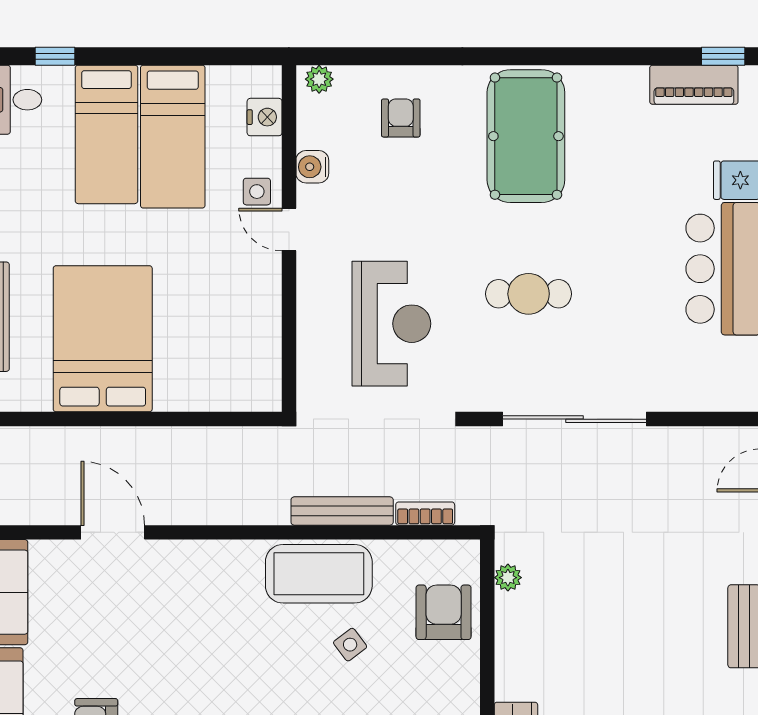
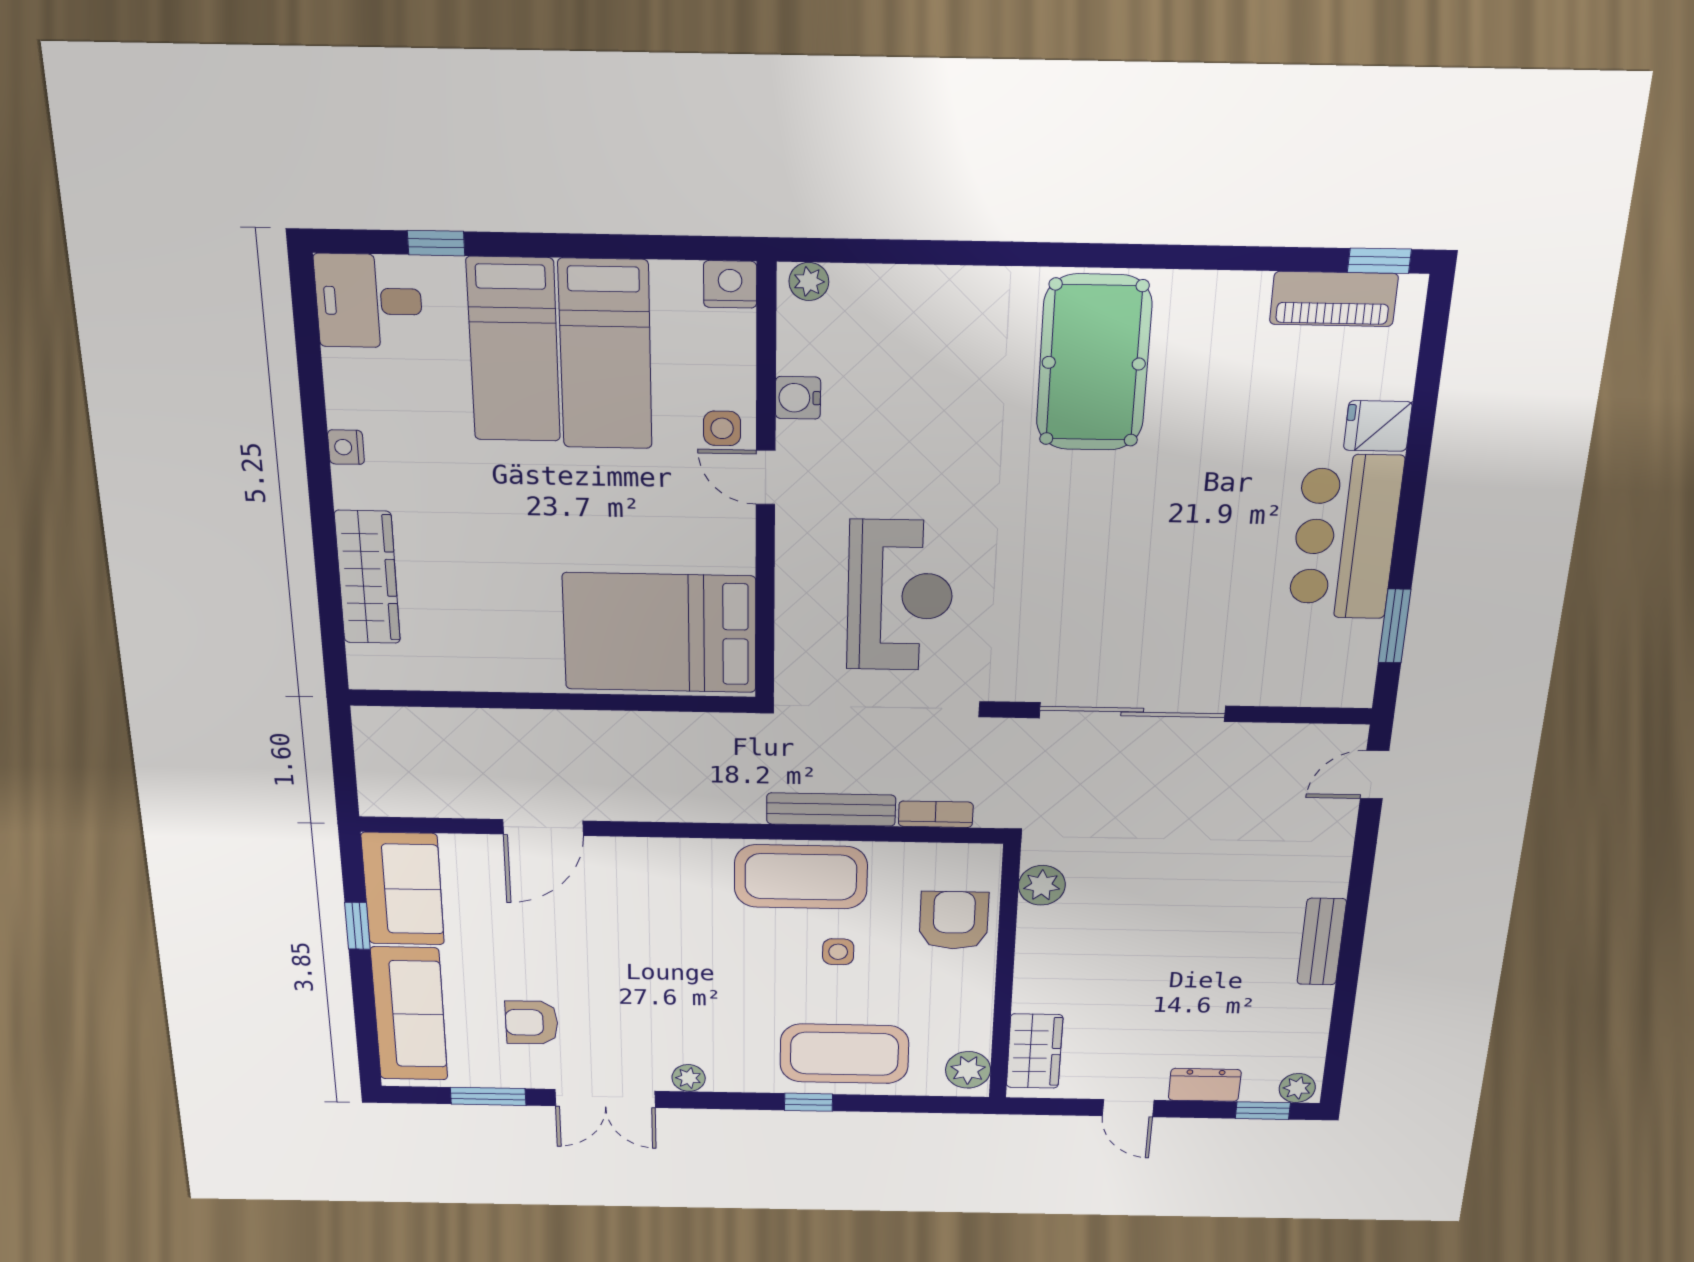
nightstand: (265, 117) -> (730, 284), moved, turned -90
armchair: (401, 118) -> (922, 336), removed
cafe table: (529, 294) -> (1083, 563), removed
bed: (103, 339) -> (660, 633), moved, turned -90
door: (113, 532) -> (543, 827), swing flipped
plant: (508, 578) -> (1042, 885), width x1.38, depth x1.38
side table: (350, 645) -> (838, 952), turned 37

